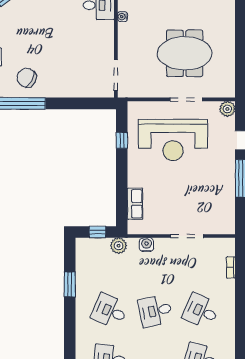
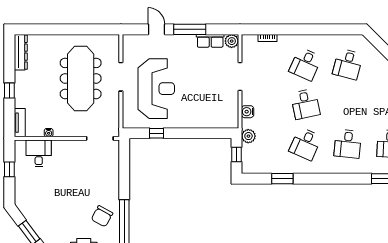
meeting table: (185, 53) -> (81, 78), width x1.36
plant: (227, 109) -> (232, 41), moved
row of seats: (135, 204) -> (210, 41), moved, turned 180

